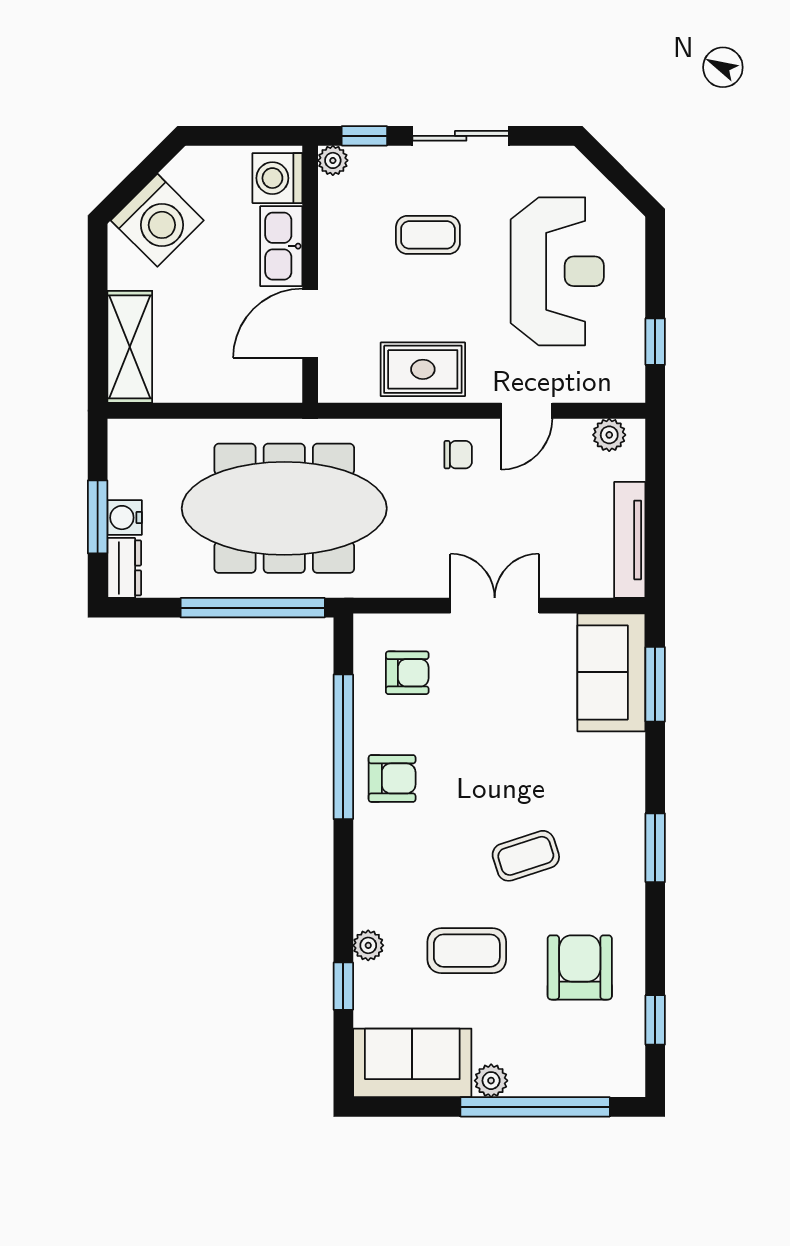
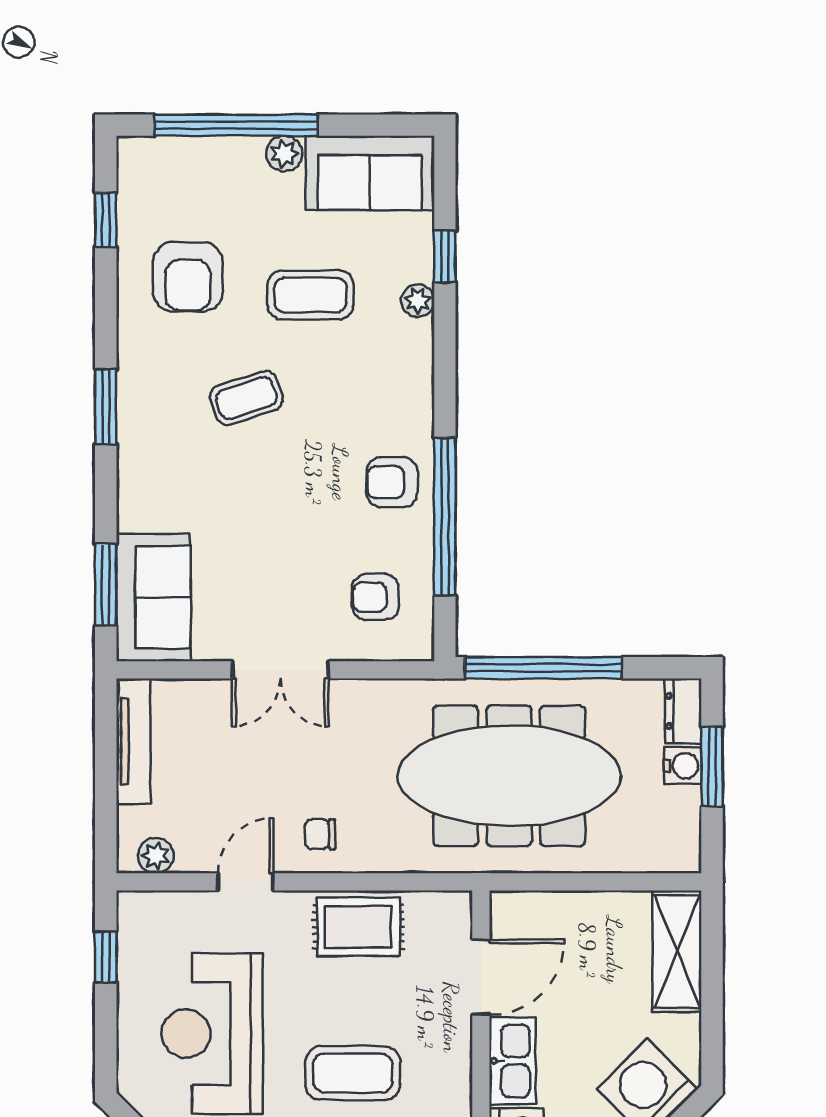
coffee table: (428, 235) -> (353, 1073), width x1.36, depth x1.30

